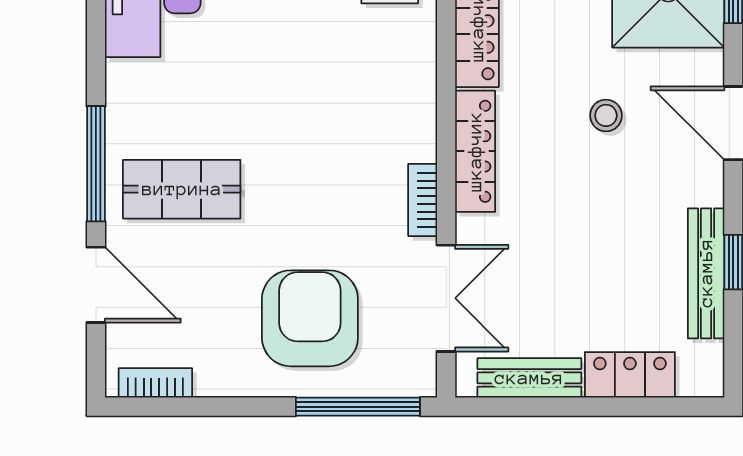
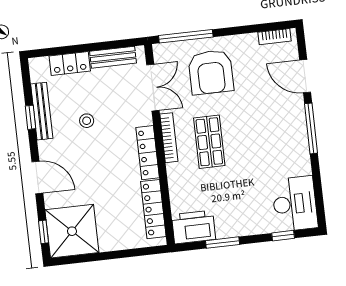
stool: (606, 115) -> (87, 121), moved
shop shelf: (182, 189) -> (209, 142), moved, turned 90
bookcase: (423, 200) -> (169, 138), width x1.56
double door: (446, 298) -> (153, 88), swing flipped

